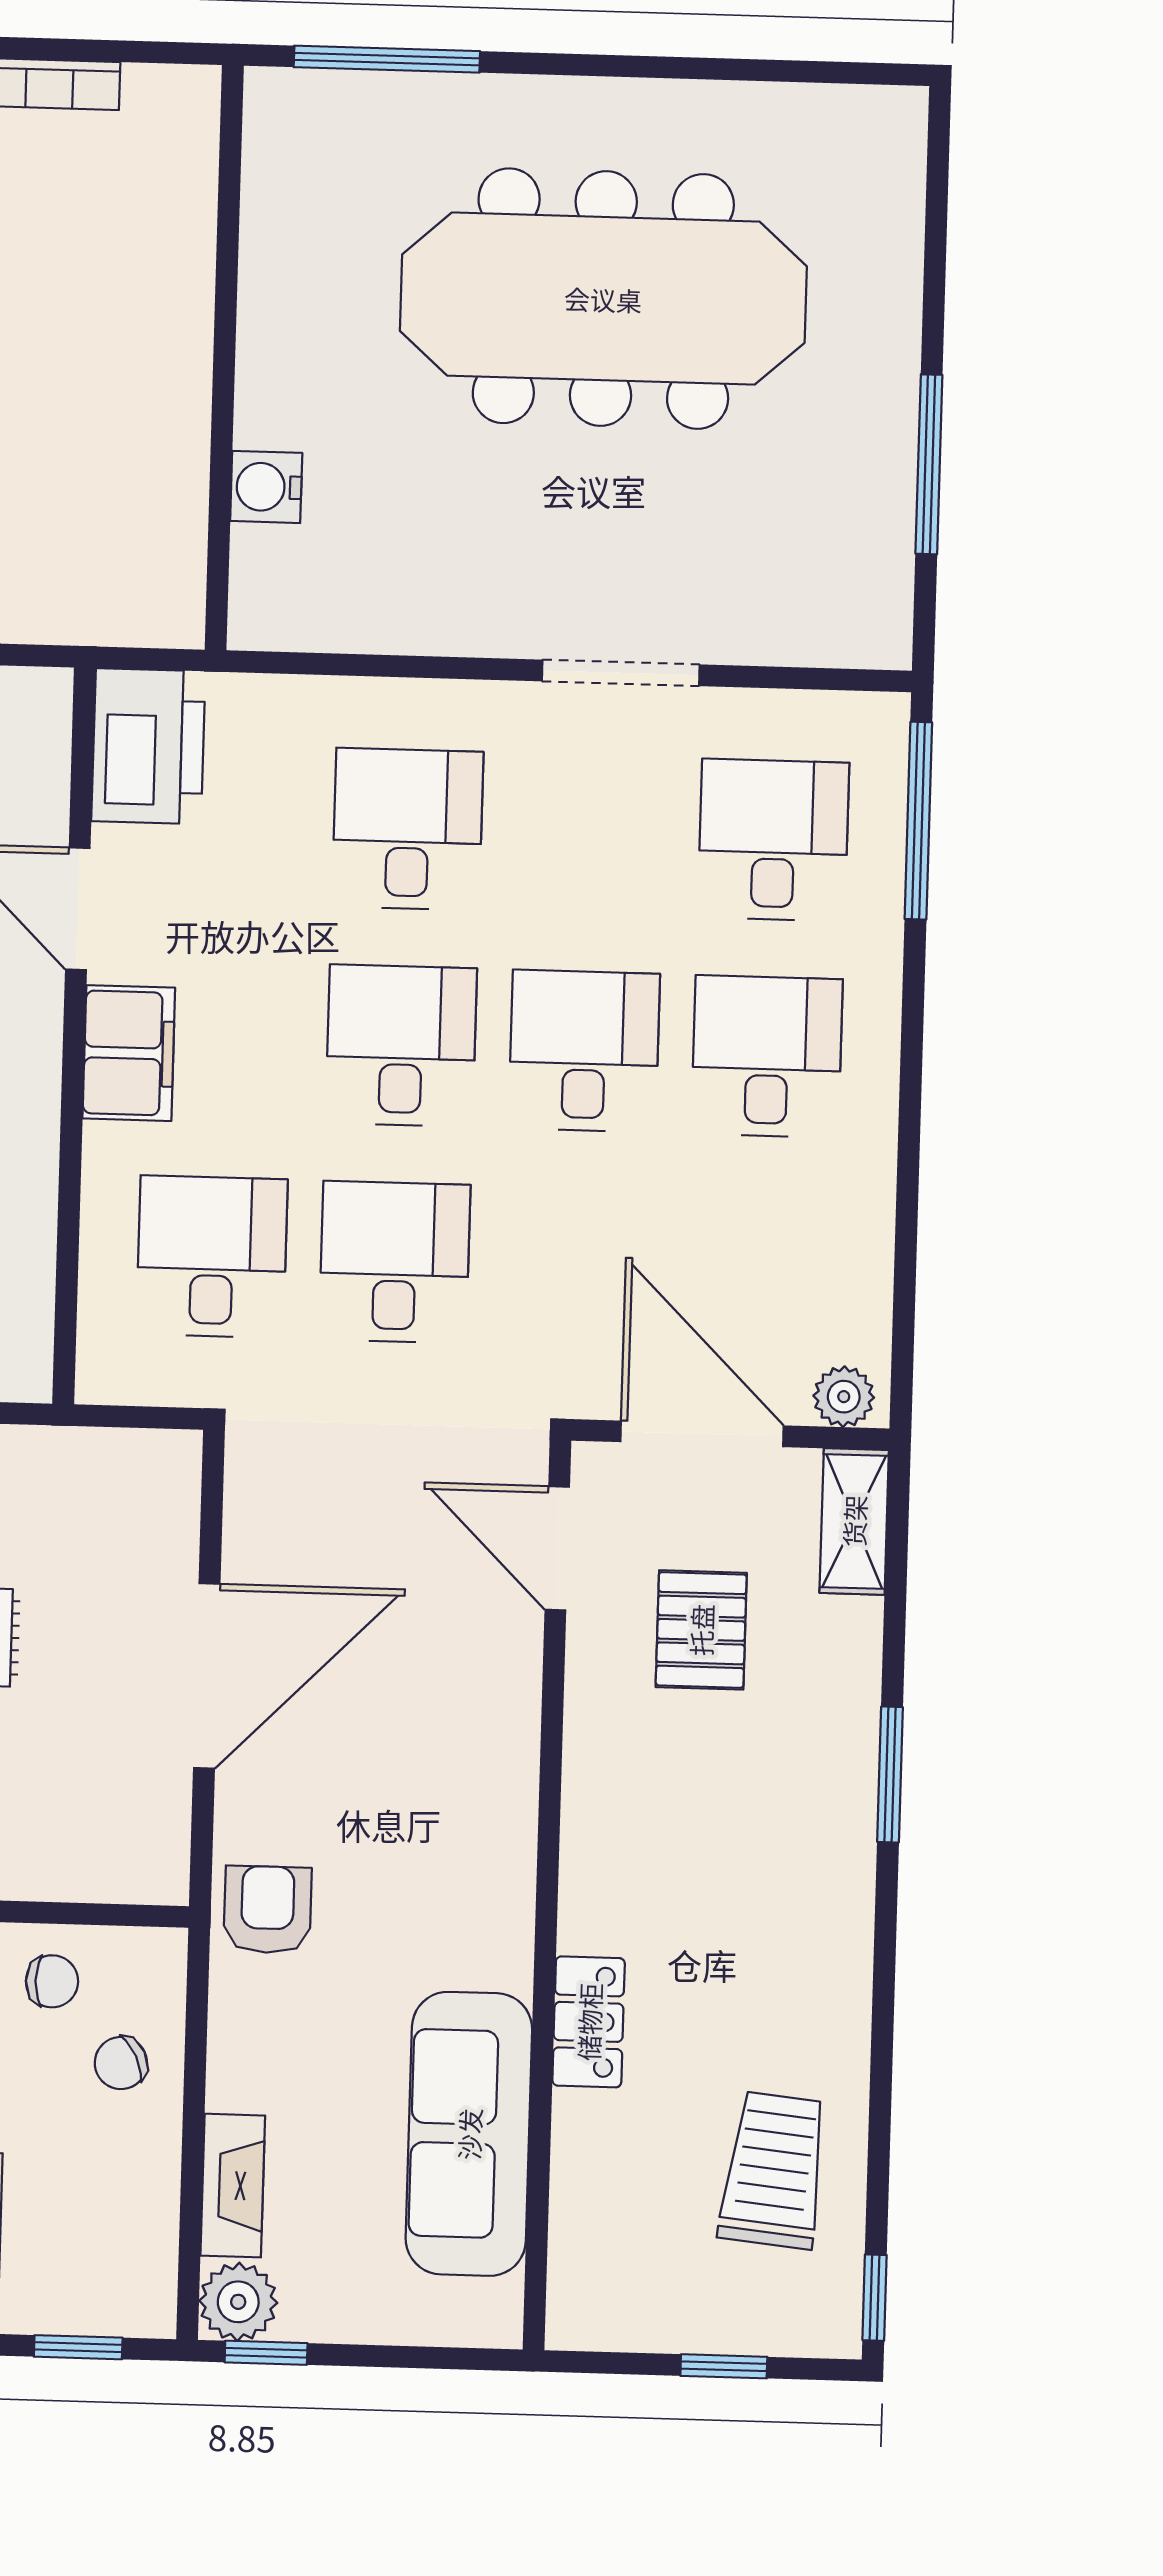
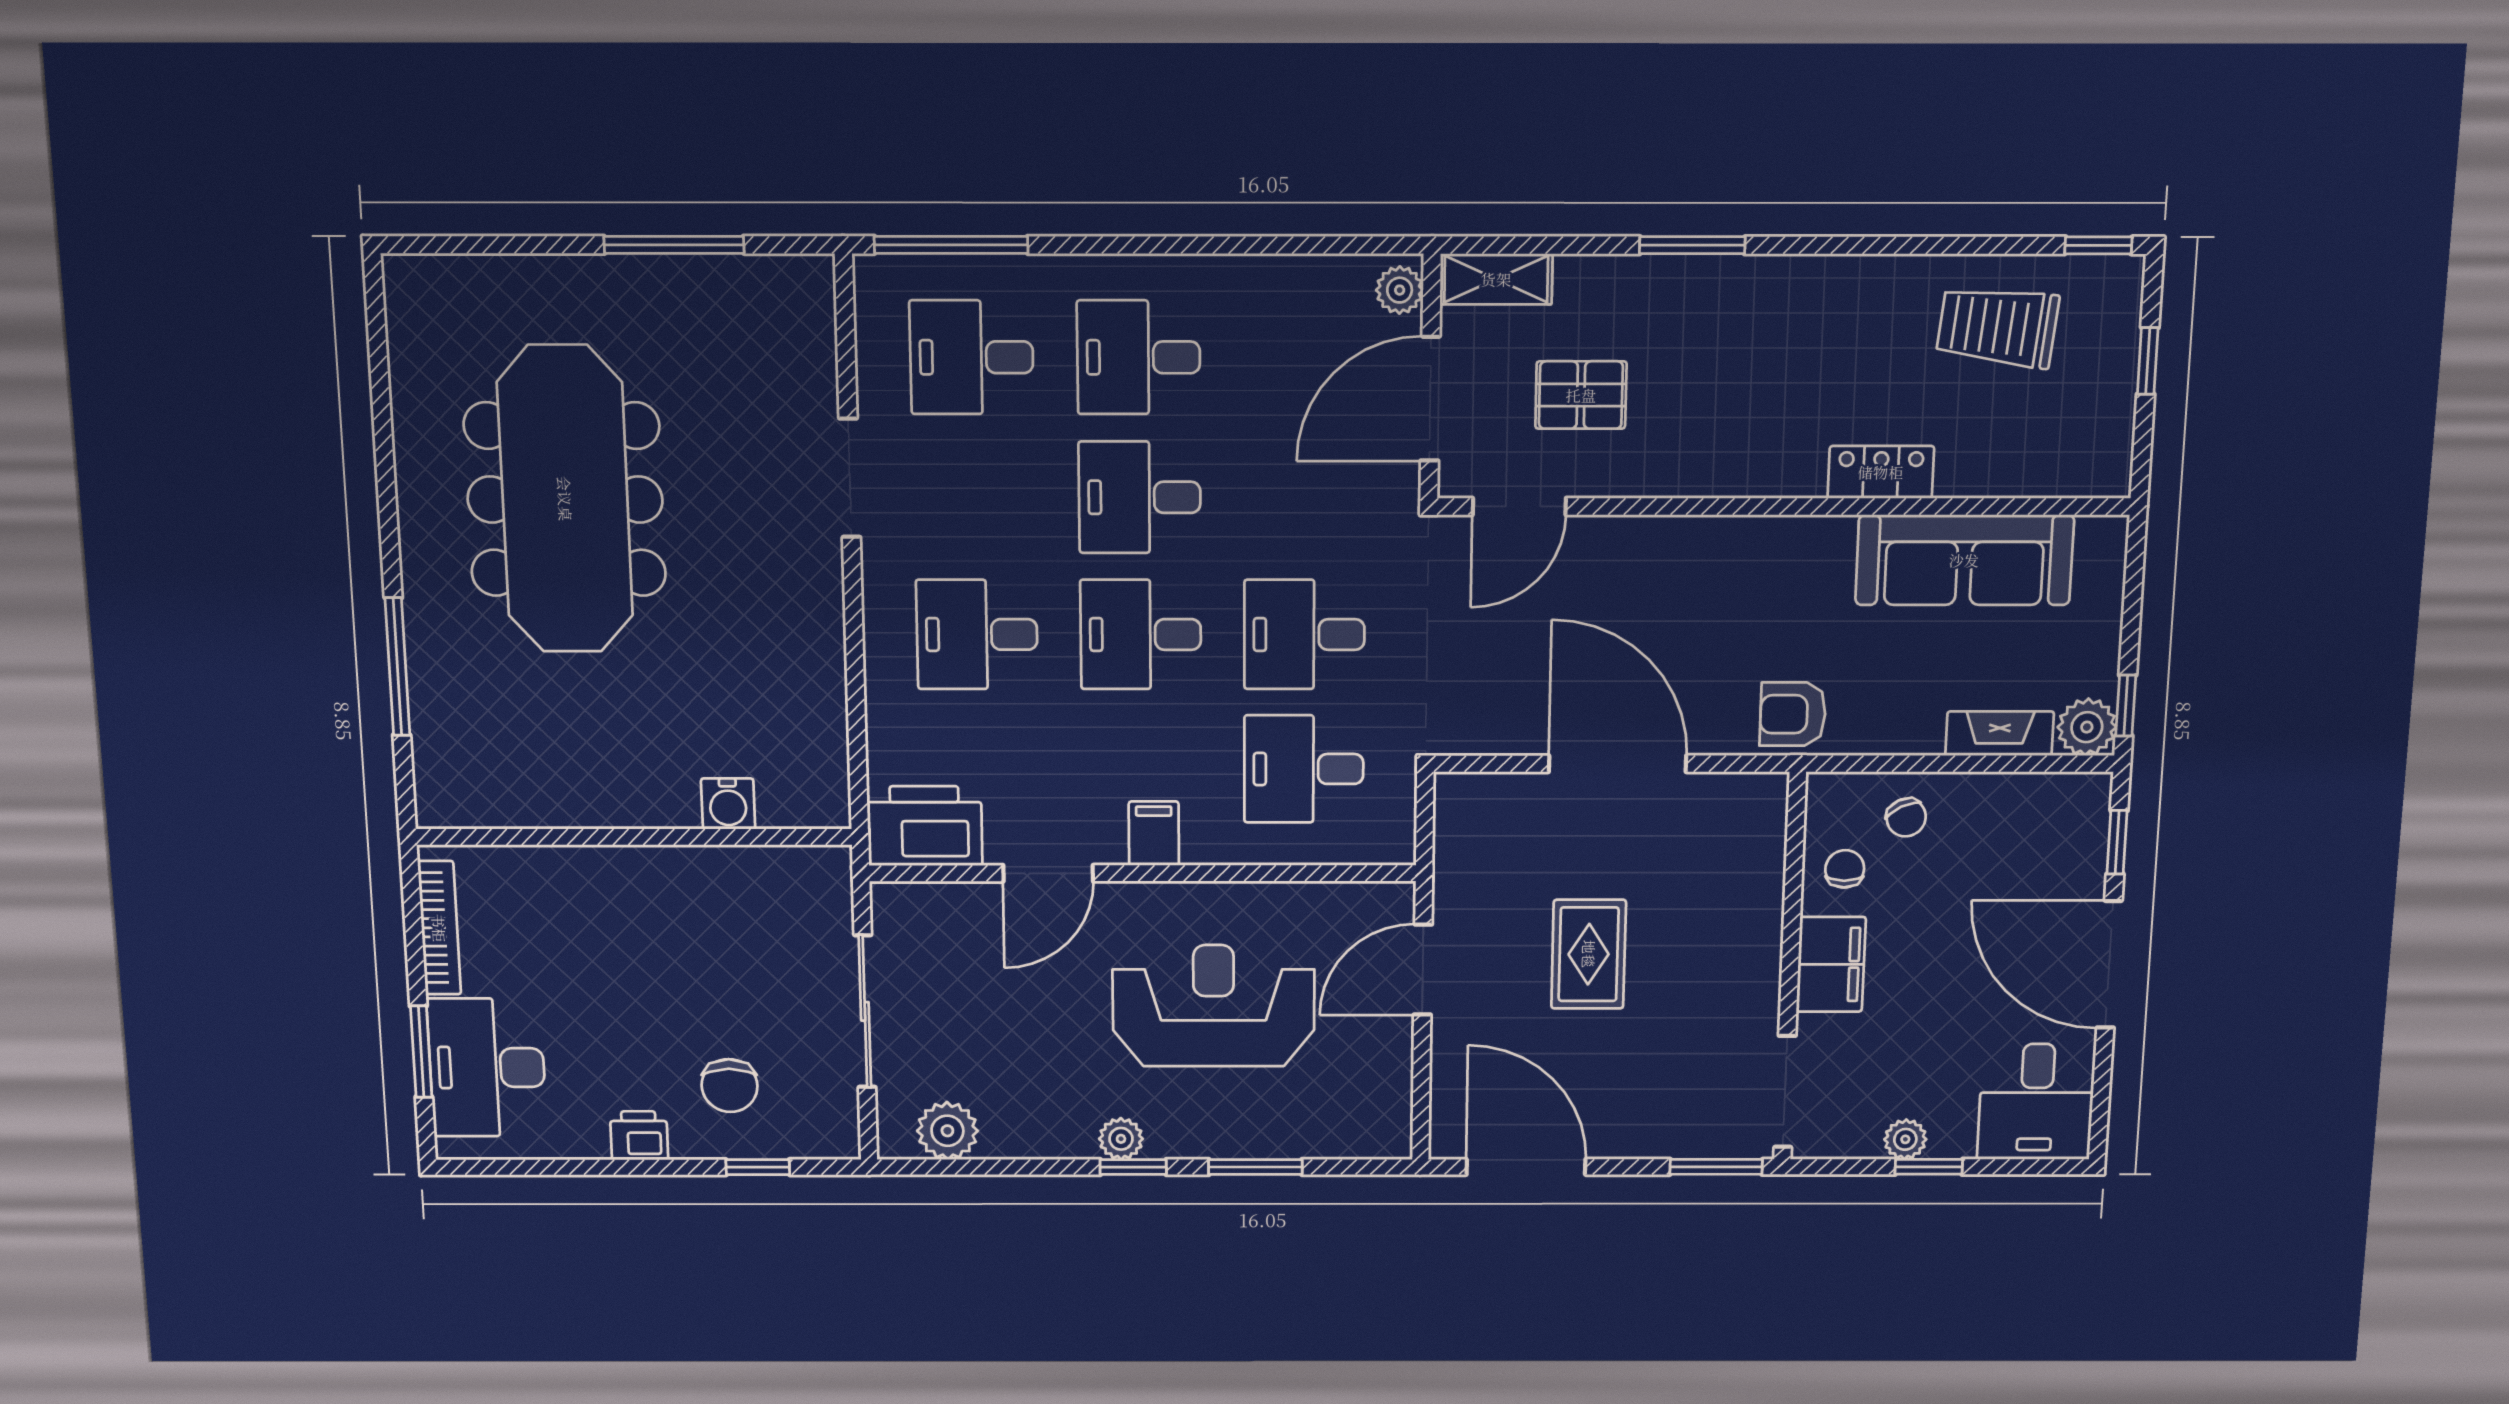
wall: (224, 358) -> (634, 837), moved
water cooler: (266, 487) -> (728, 804), moved
filing cabinet: (129, 1053) -> (1154, 833), width x0.50

